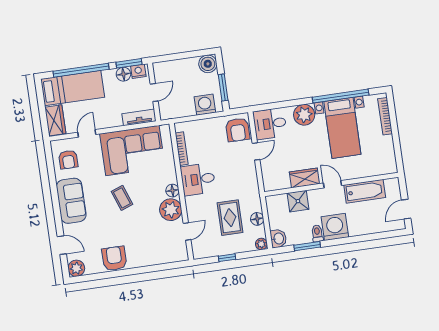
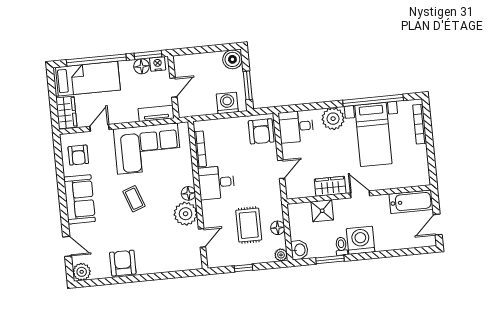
door: (256, 151) -> (281, 169), moved
bathtub: (365, 191) -> (411, 202), moved

